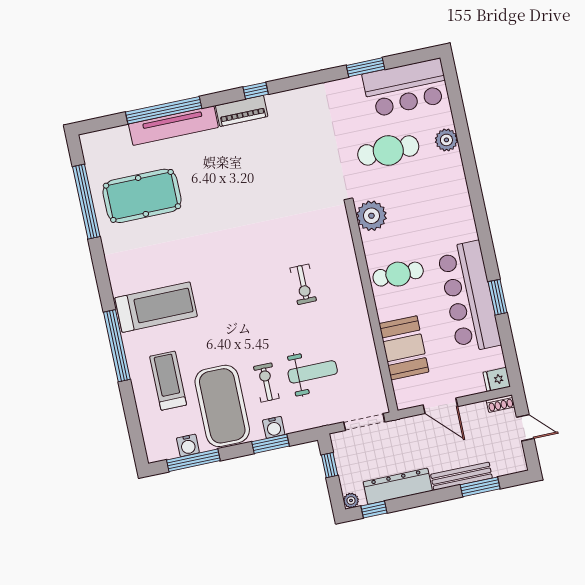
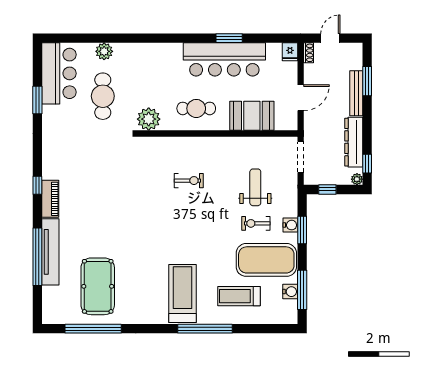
cafe table: (398, 274) -> (196, 108), turned 90

